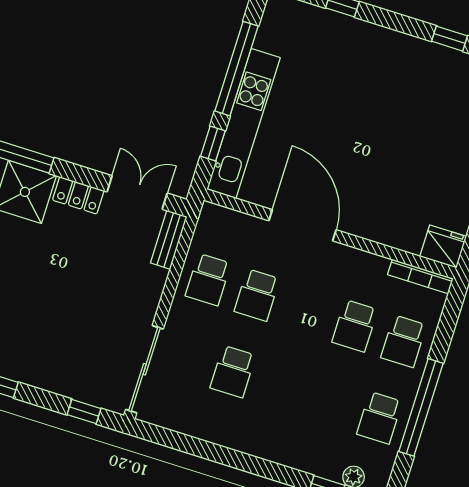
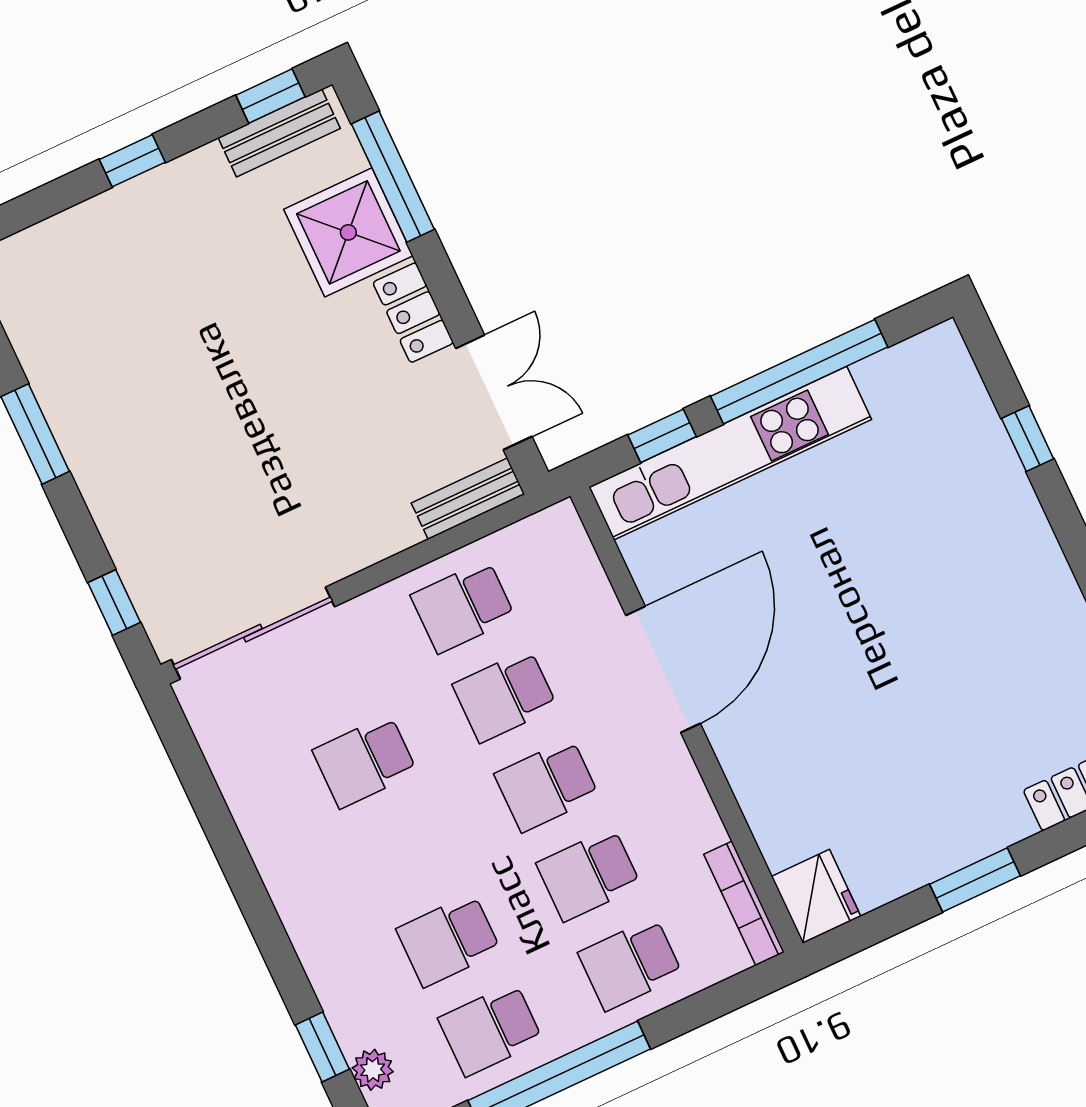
school desk: (306, 310) -> (547, 785), added
school desk: (331, 402) -> (449, 940), added

